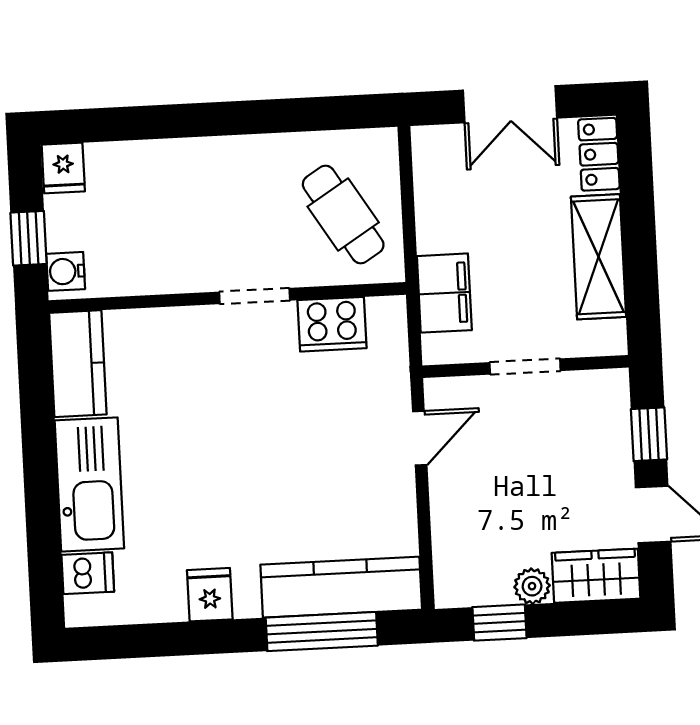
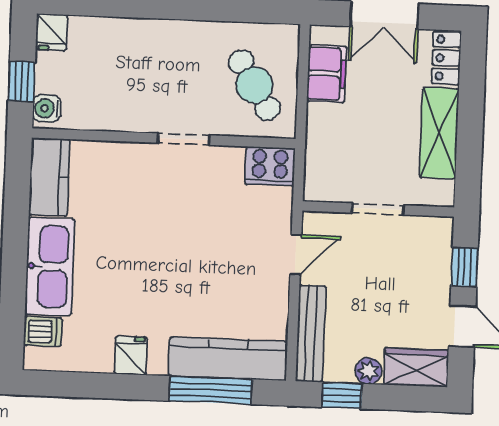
filing cabinet: (444, 293) -> (327, 74), moved
cooker: (332, 324) -> (270, 166), moved
bench: (450, 543) -> (311, 334), added

